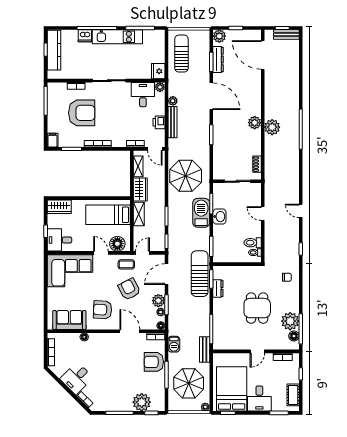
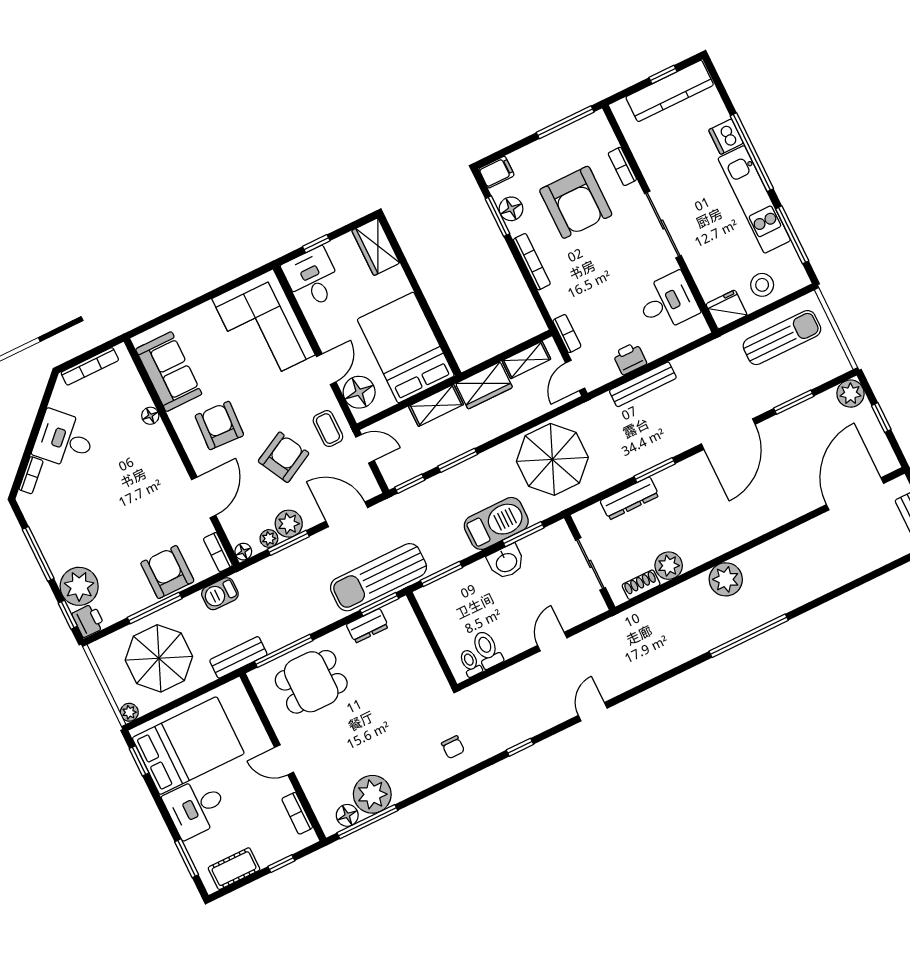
stool: (155, 51) -> (762, 285), added
dresser: (218, 59) -> (630, 498), moved
plant: (160, 87) -> (698, 328), removed
plant: (173, 101) -> (684, 365), removed
plant: (255, 123) -> (669, 566), moved
floor lamp: (71, 142) -> (511, 209), added
bed: (108, 215) -> (406, 347), width x1.50
sun lounger: (200, 274) -> (378, 577), turned 180
dining table: (257, 308) -> (311, 682), moved
printer: (158, 405) -> (88, 620), added

